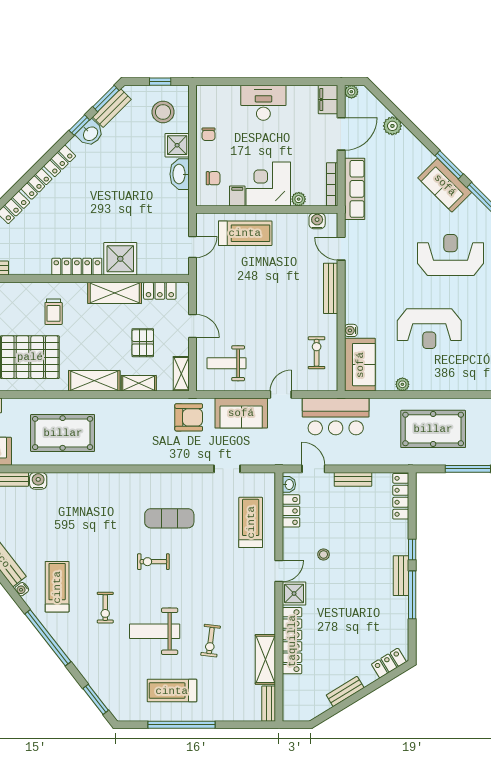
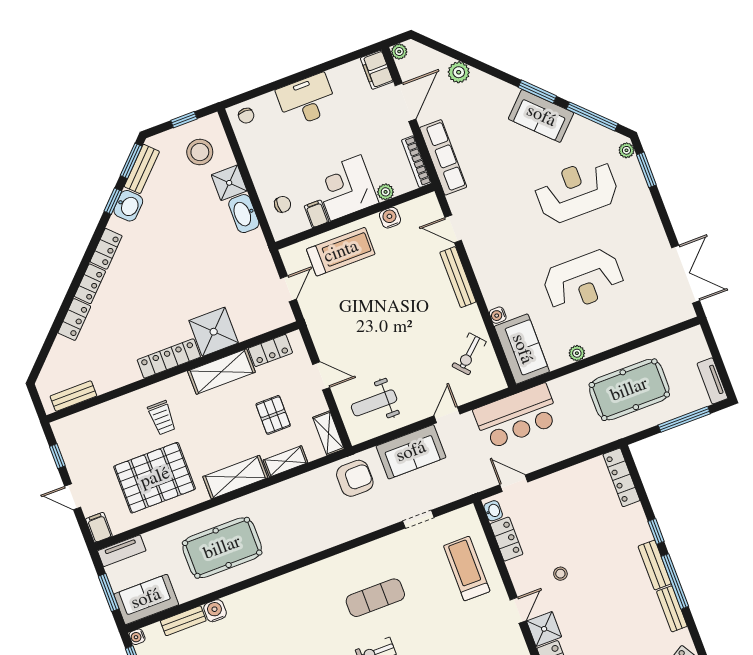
chair: (209, 134) -> (246, 116), moved
water cooler: (317, 221) -> (390, 218), moved
exercise bike: (317, 353) -> (469, 354), turned -132
bench: (353, 479) -> (672, 609), moved, turned 90

